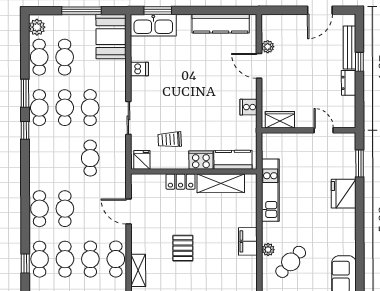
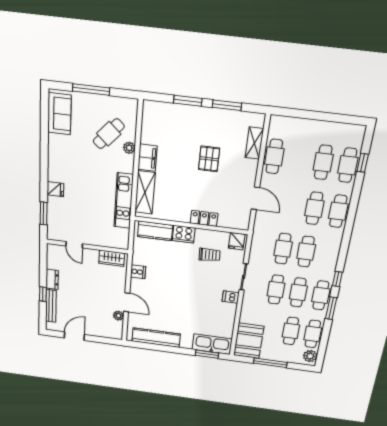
dishwasher: (139, 69) -> (231, 297), moved
shelving: (221, 183) -> (145, 192), moved, turned 90
fridge: (344, 194) -> (55, 189), width x0.53, depth x0.75
cafe table: (90, 259) -> (306, 252), moved

